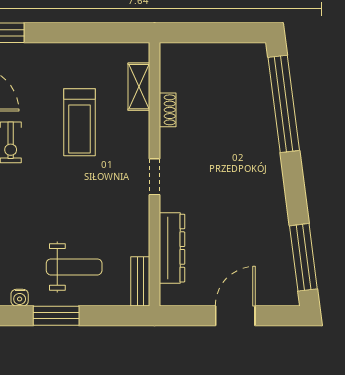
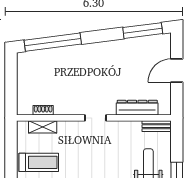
shoe rack: (168, 110) -> (43, 110), moved
treadmill: (80, 122) -> (39, 162), moved
door: (235, 316) -> (177, 71), hinge flipped

